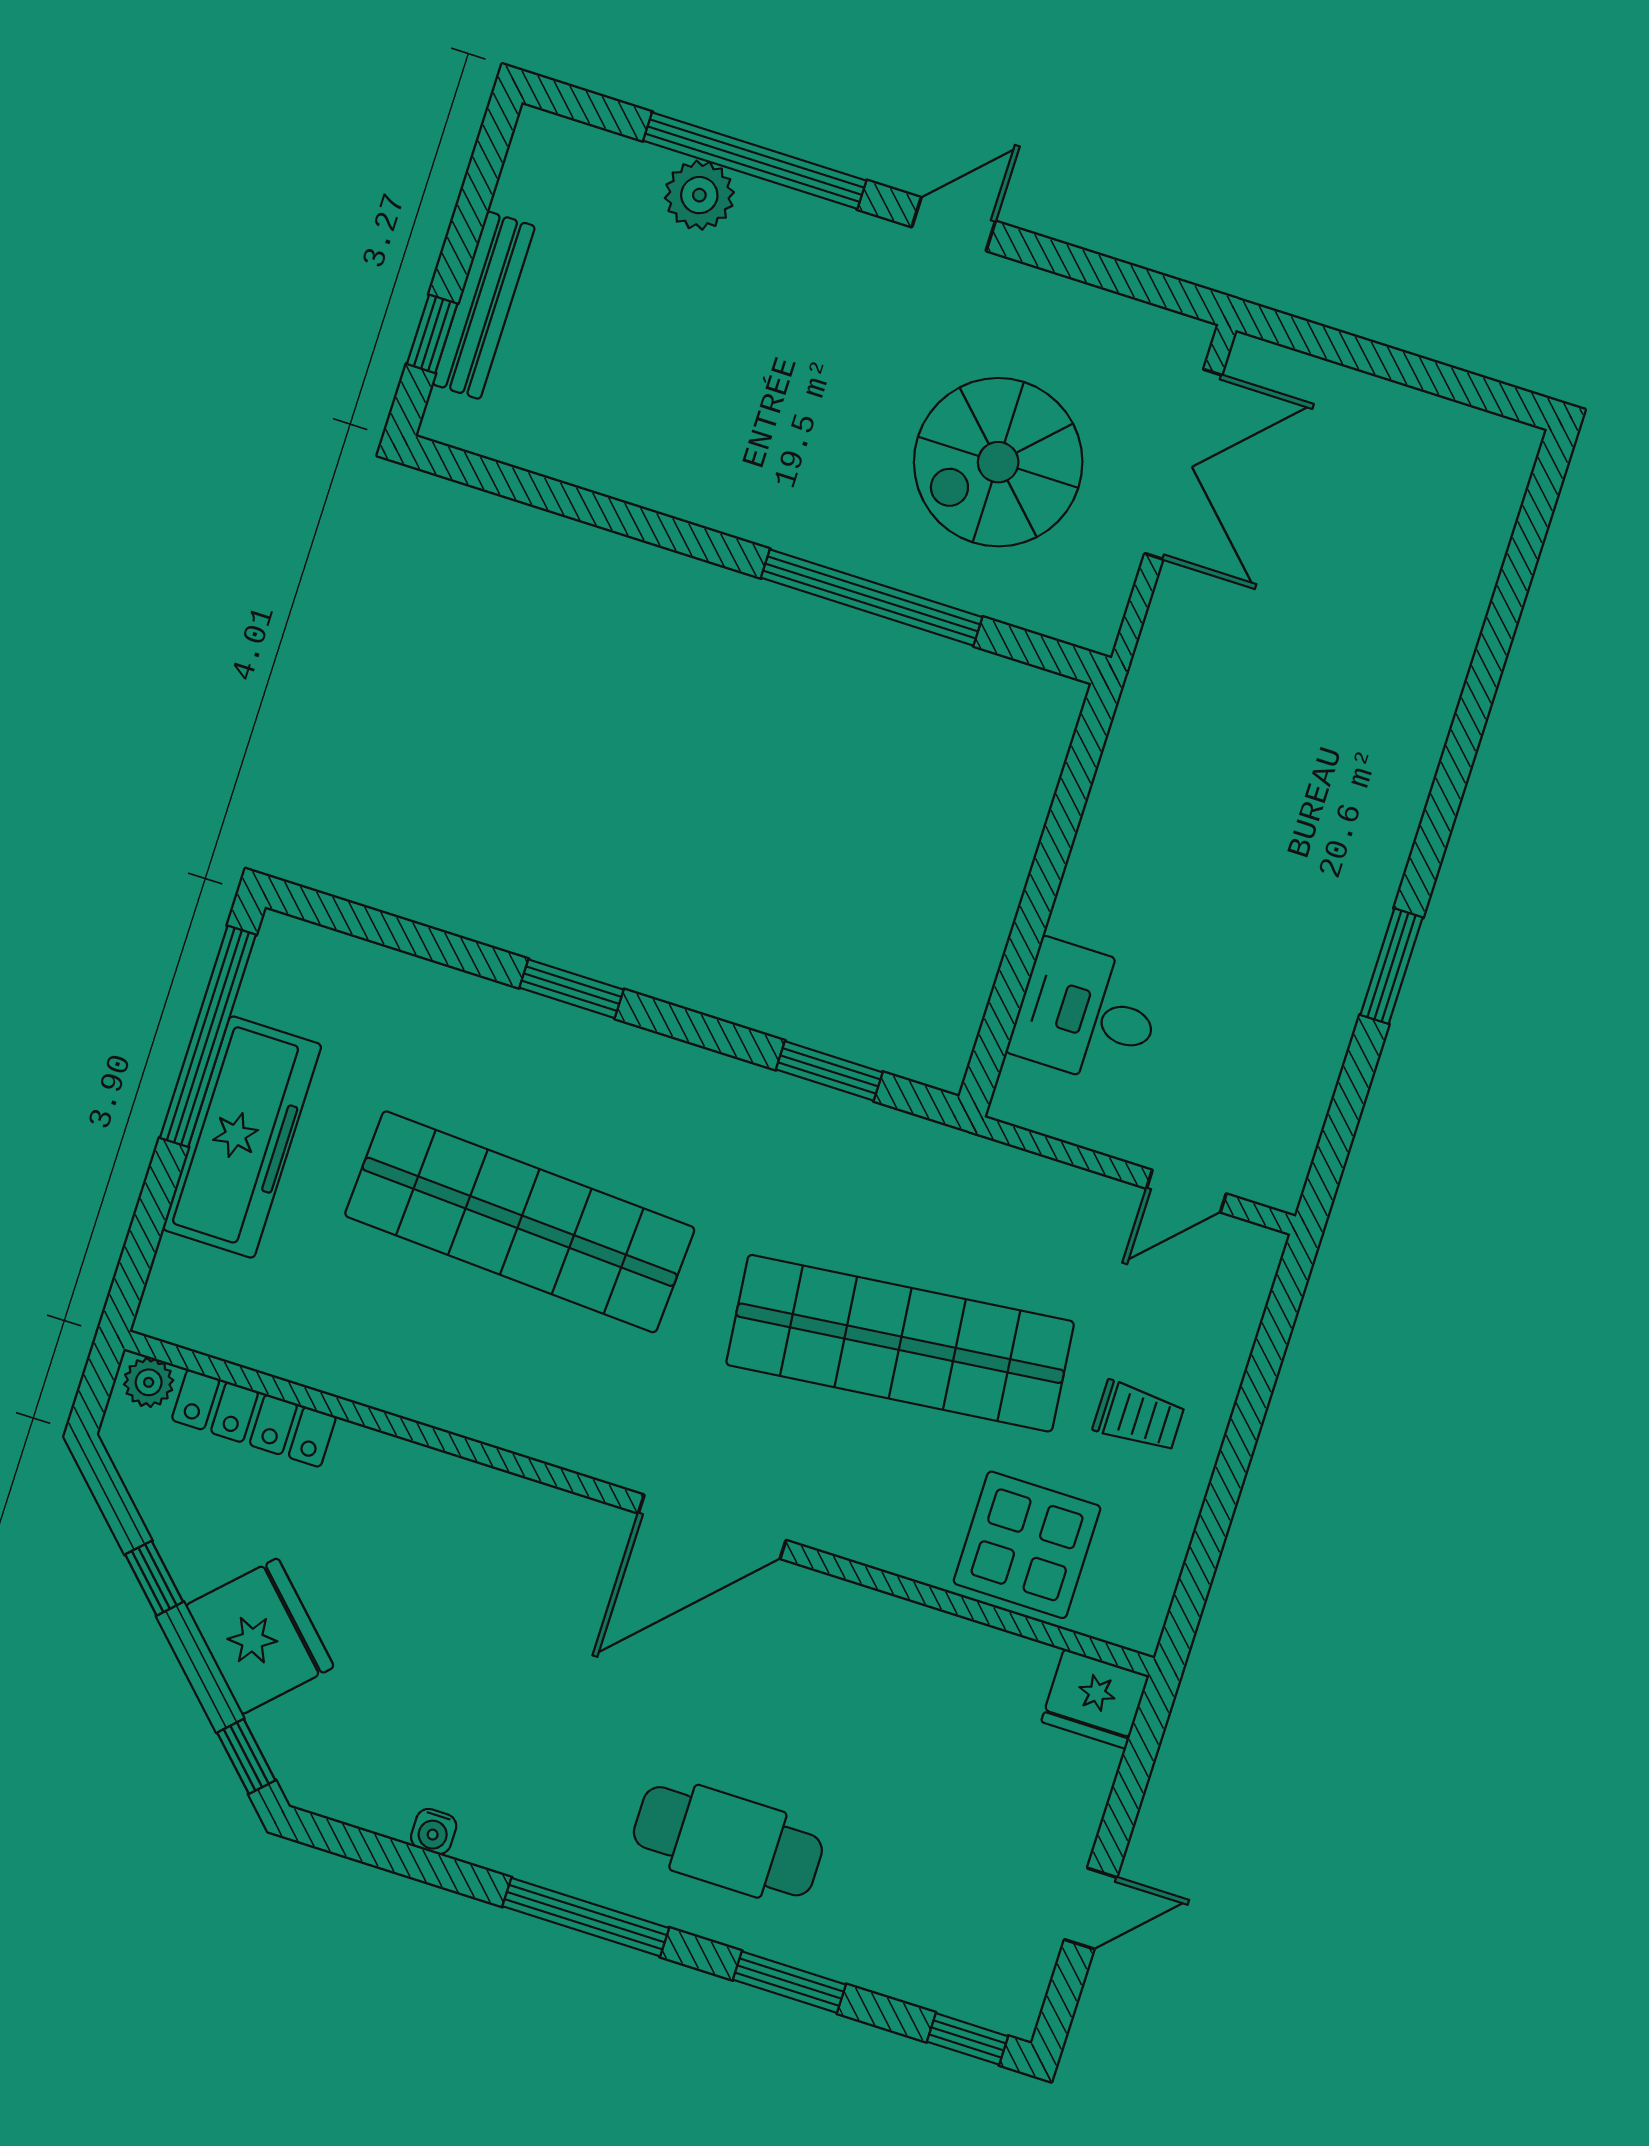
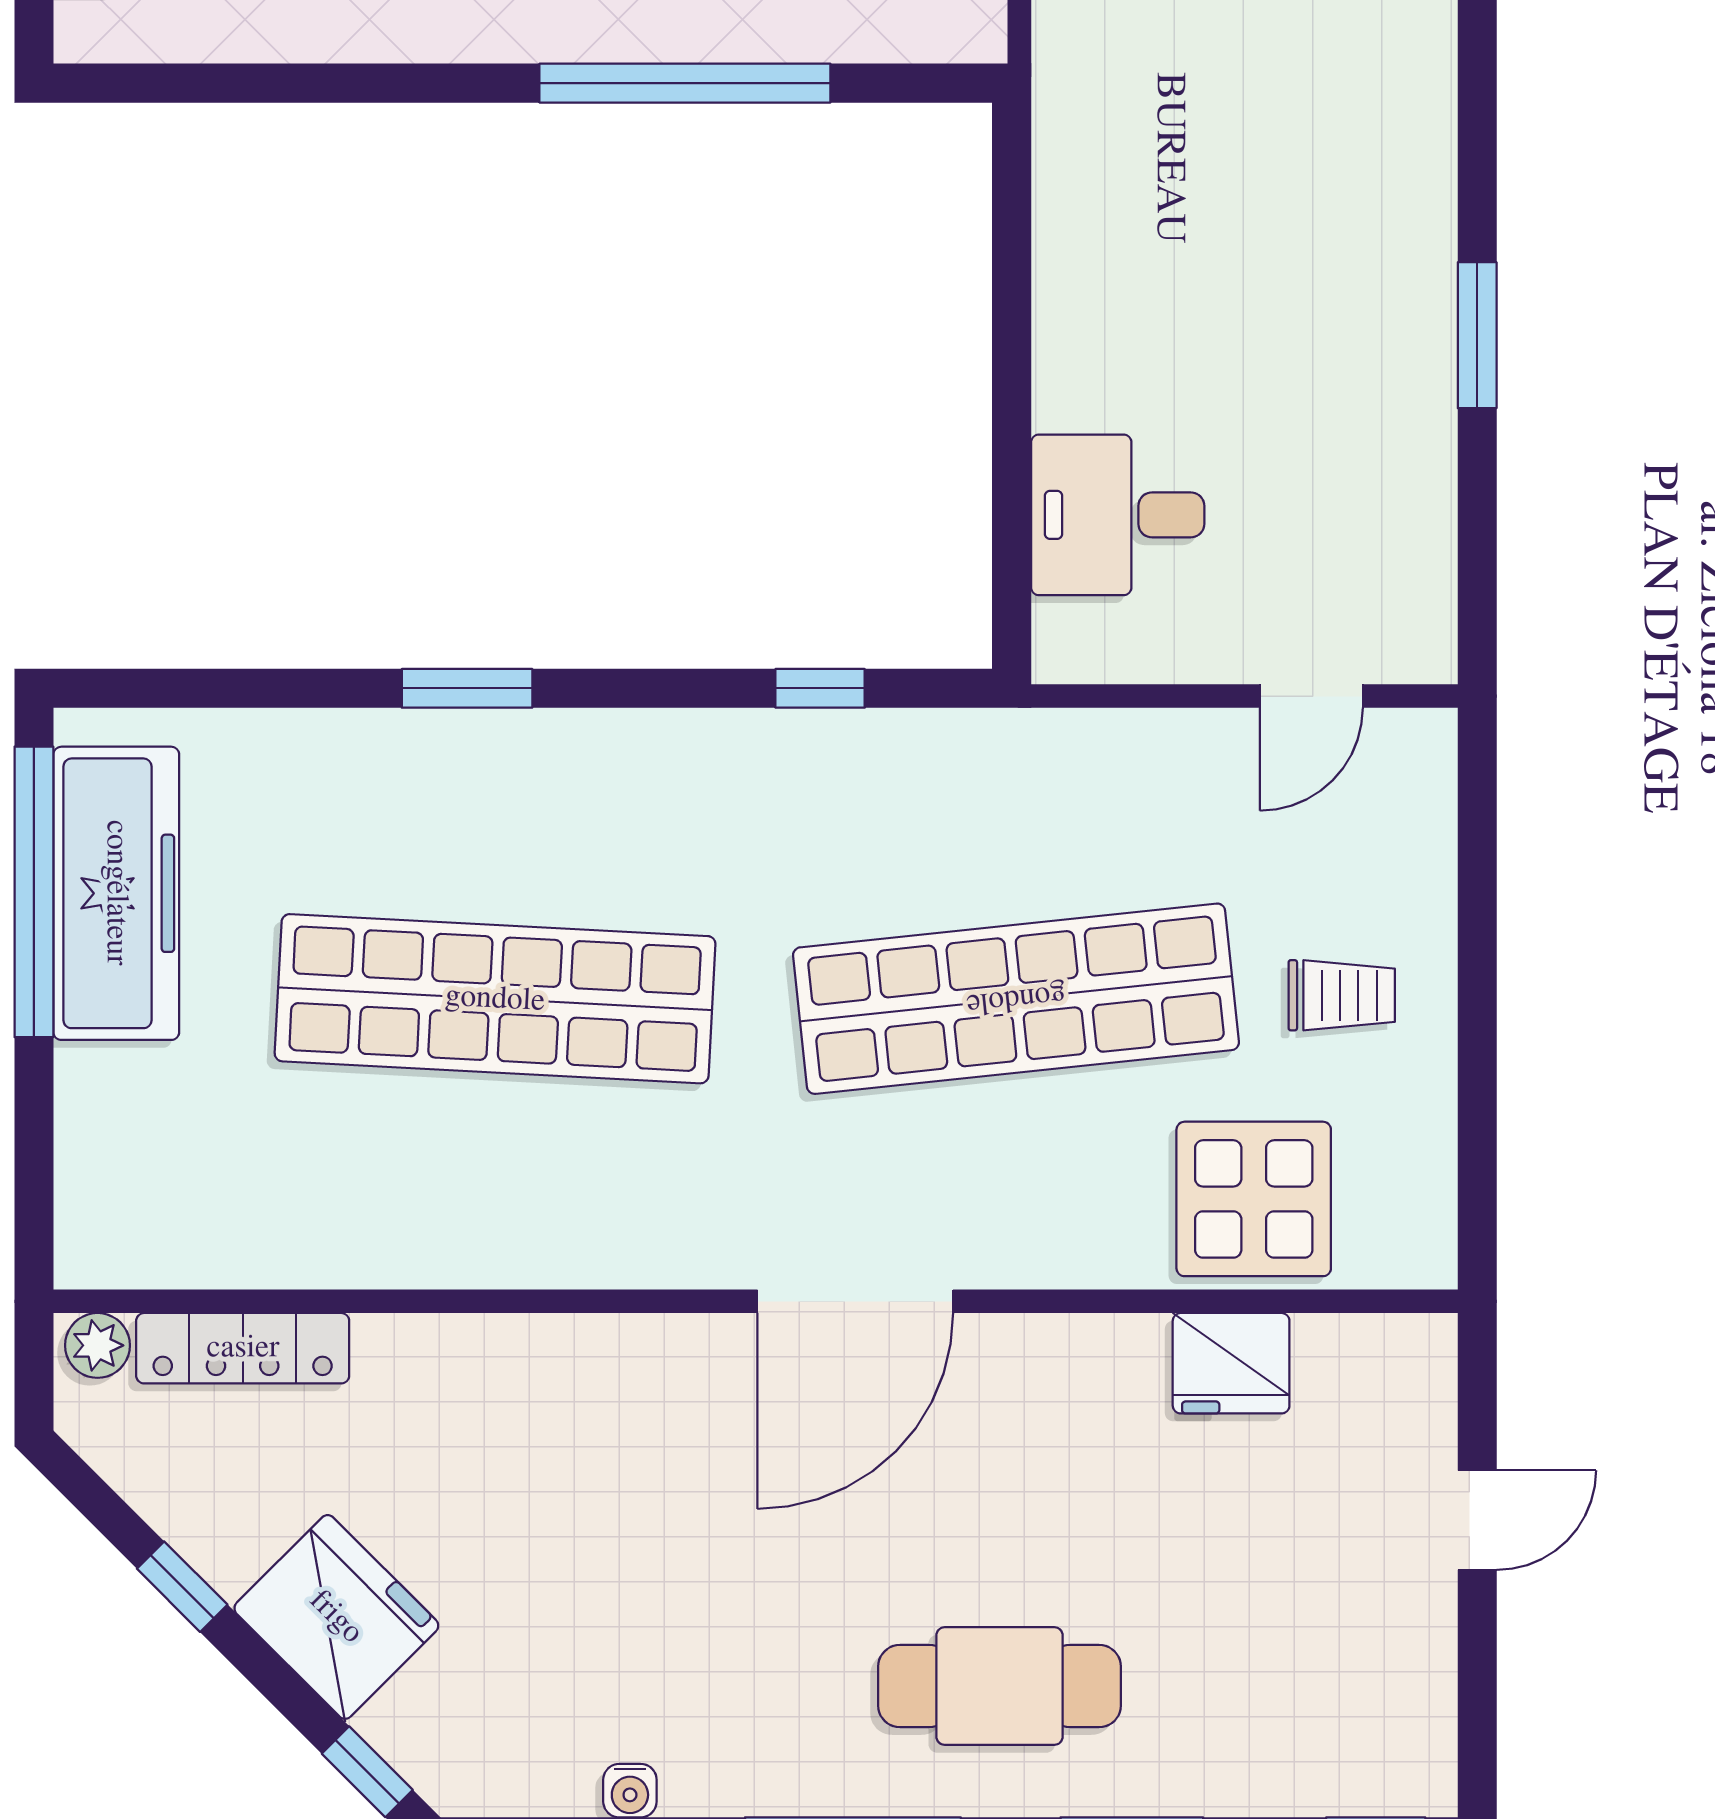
window: (829, 1071) -> (820, 688), width x0.67
freezer: (242, 1137) -> (116, 893), moved
fridge: (1095, 1699) -> (1231, 1363), moved
door: (1091, 1908) -> (1477, 1520), moved

